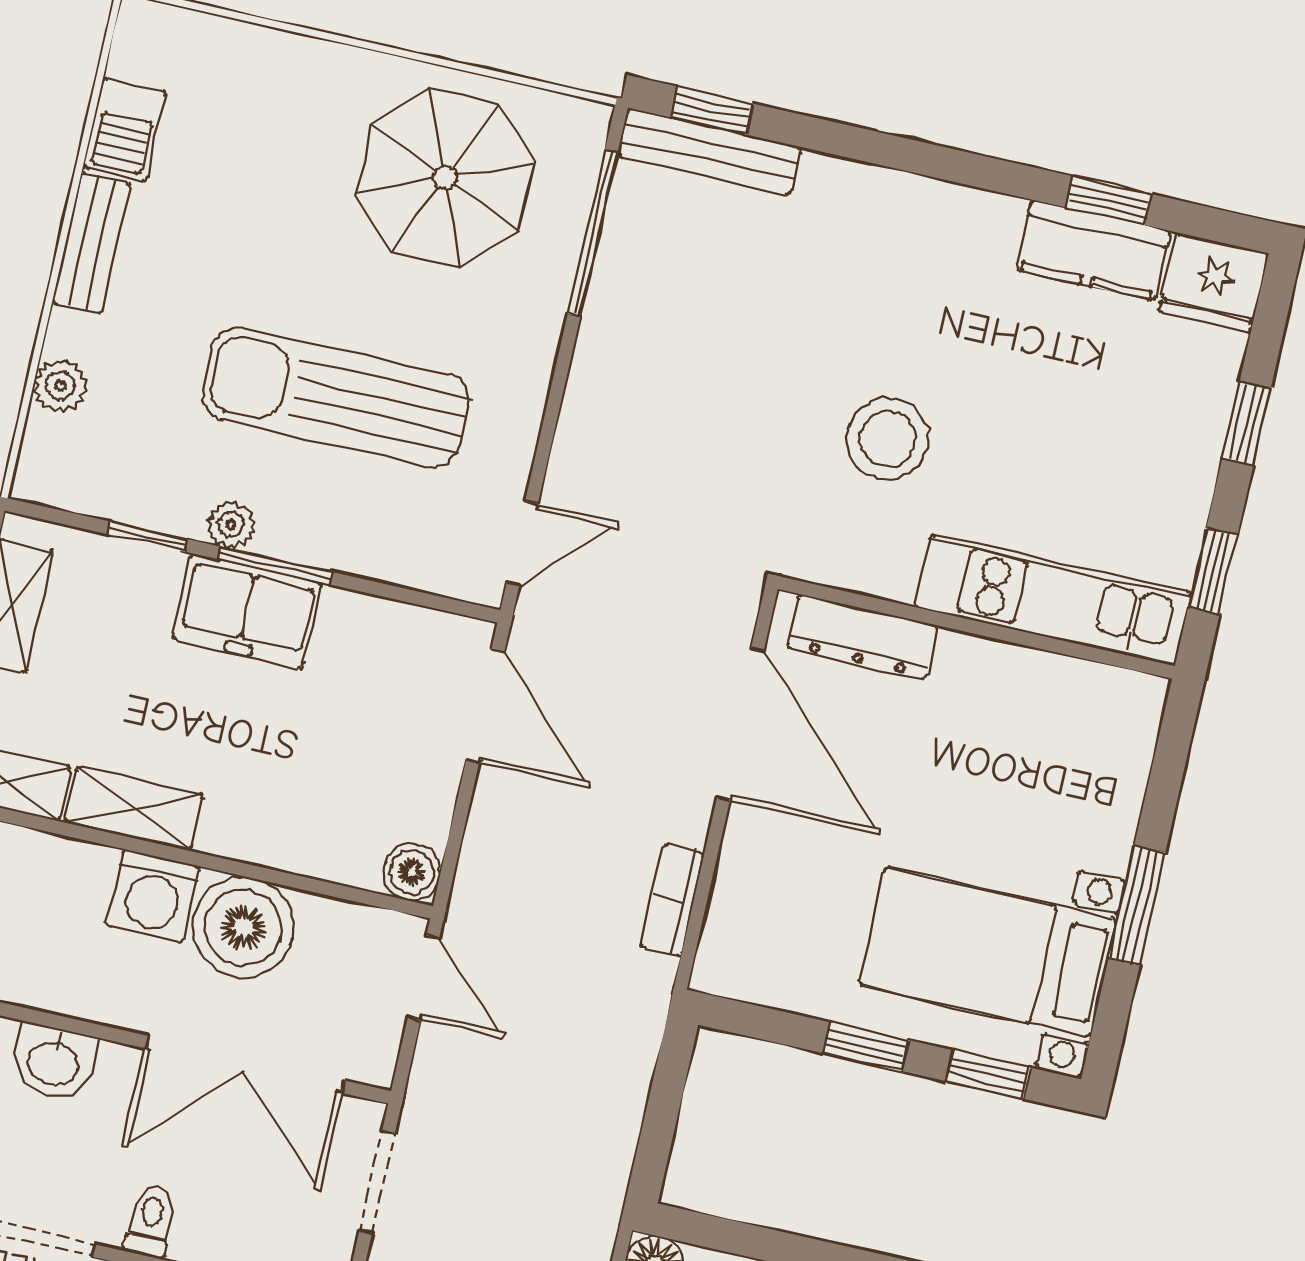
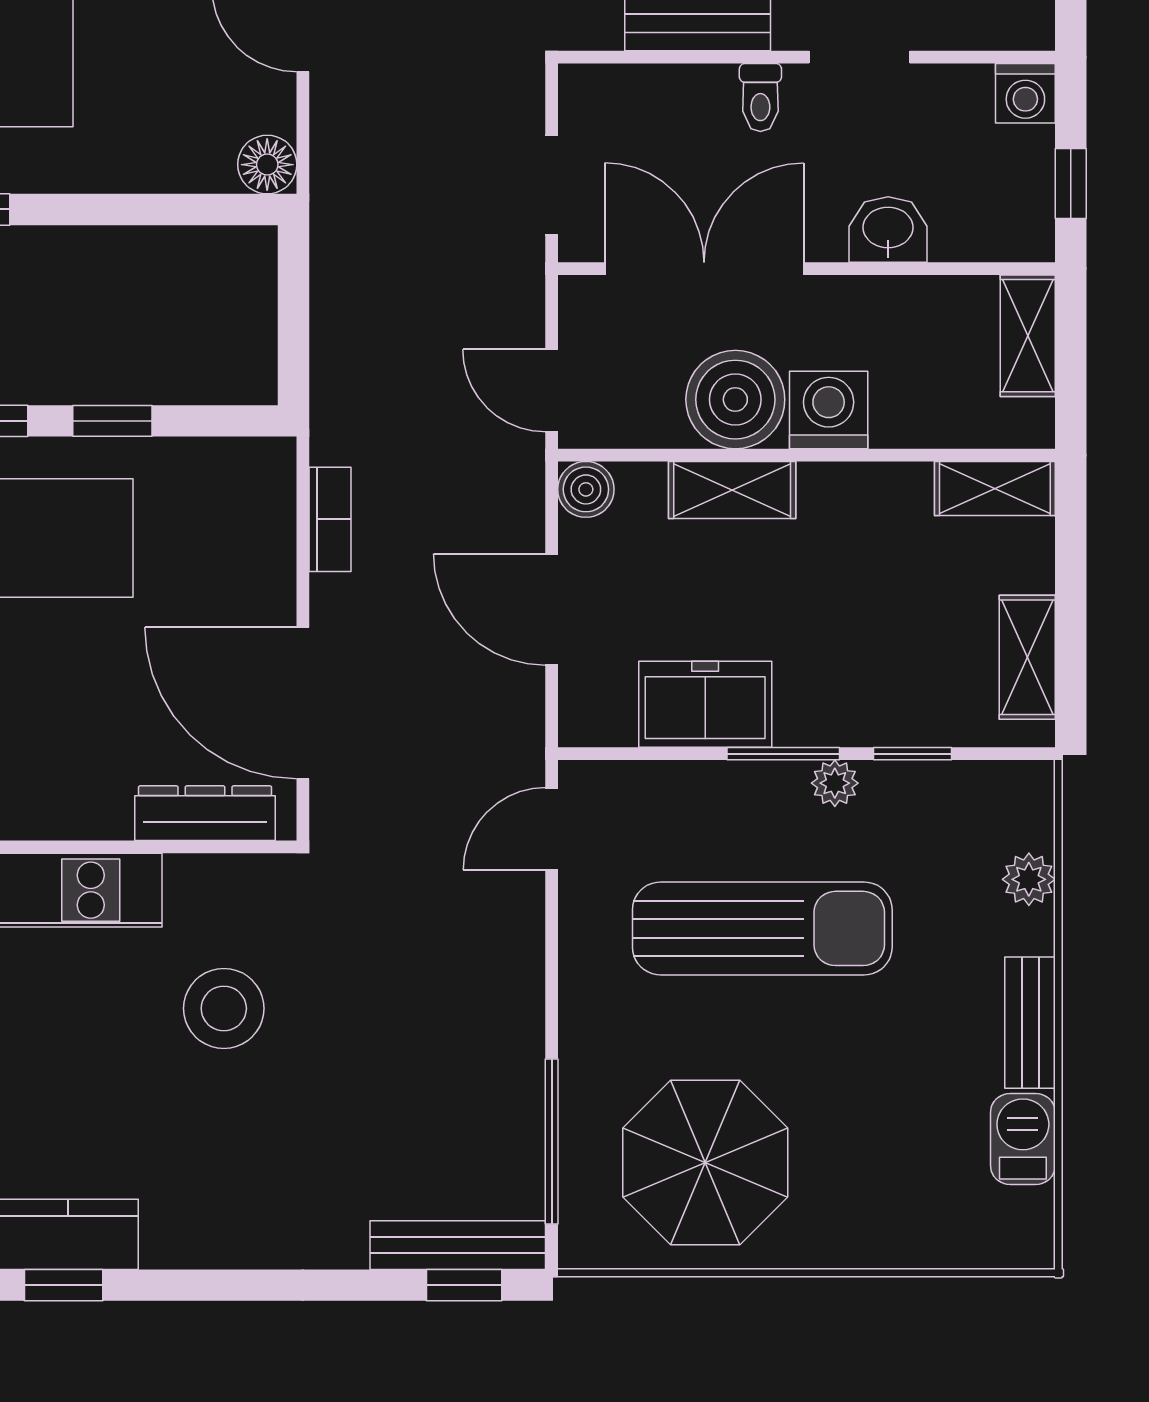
freezer: (247, 611) -> (705, 704), moved
door: (485, 706) -> (552, 609), moved
shelving: (134, 808) -> (732, 490), moved

